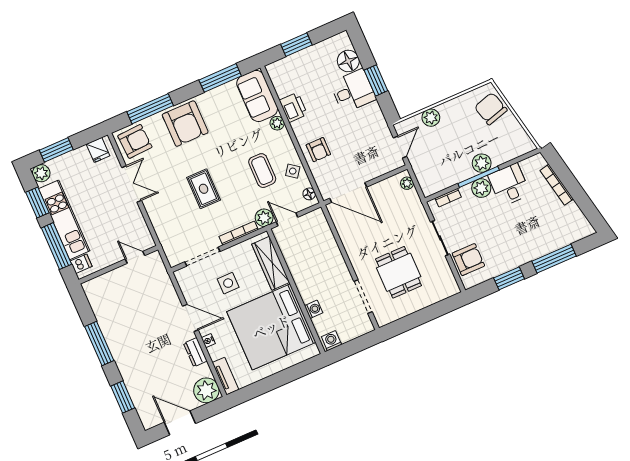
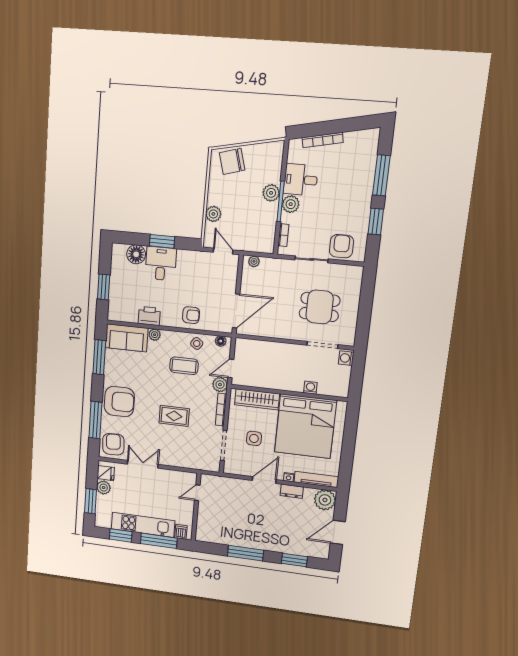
plant: (41, 173) -> (104, 488), moved
washing machine: (331, 341) -> (346, 358), moved
tv unit: (226, 376) -> (316, 479), width x1.41

